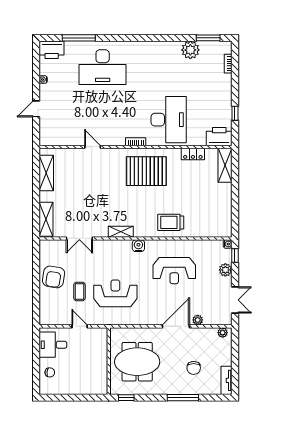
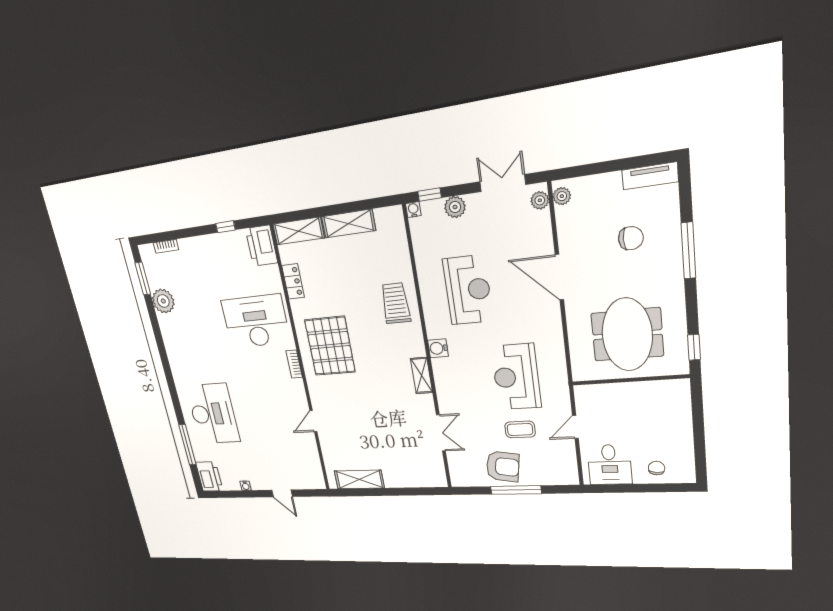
shelving: (46, 219) -> (349, 224), moved
trolley: (171, 222) -> (396, 303), turned 180
window: (36, 284) -> (516, 490), added
plant: (198, 320) -> (540, 200), moved

